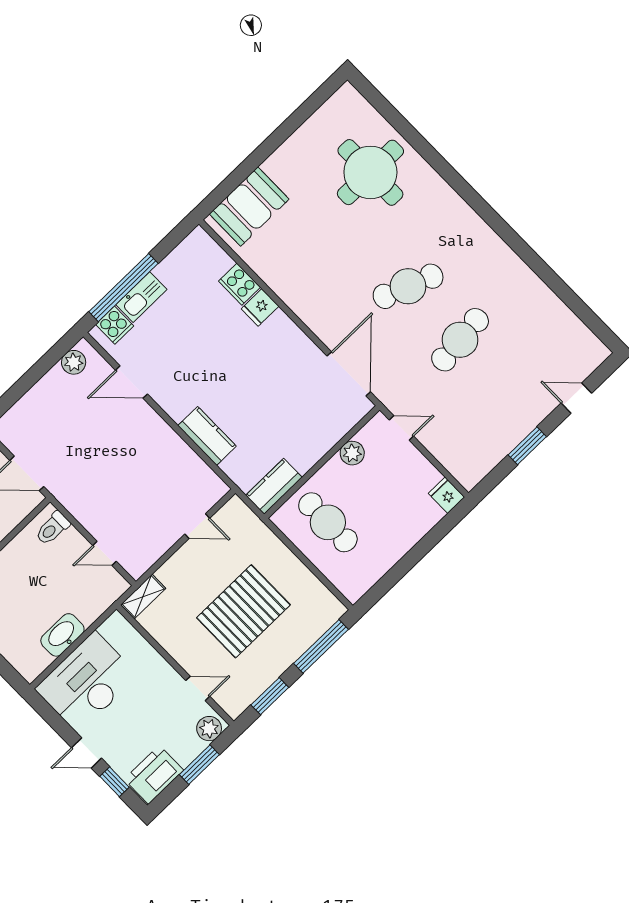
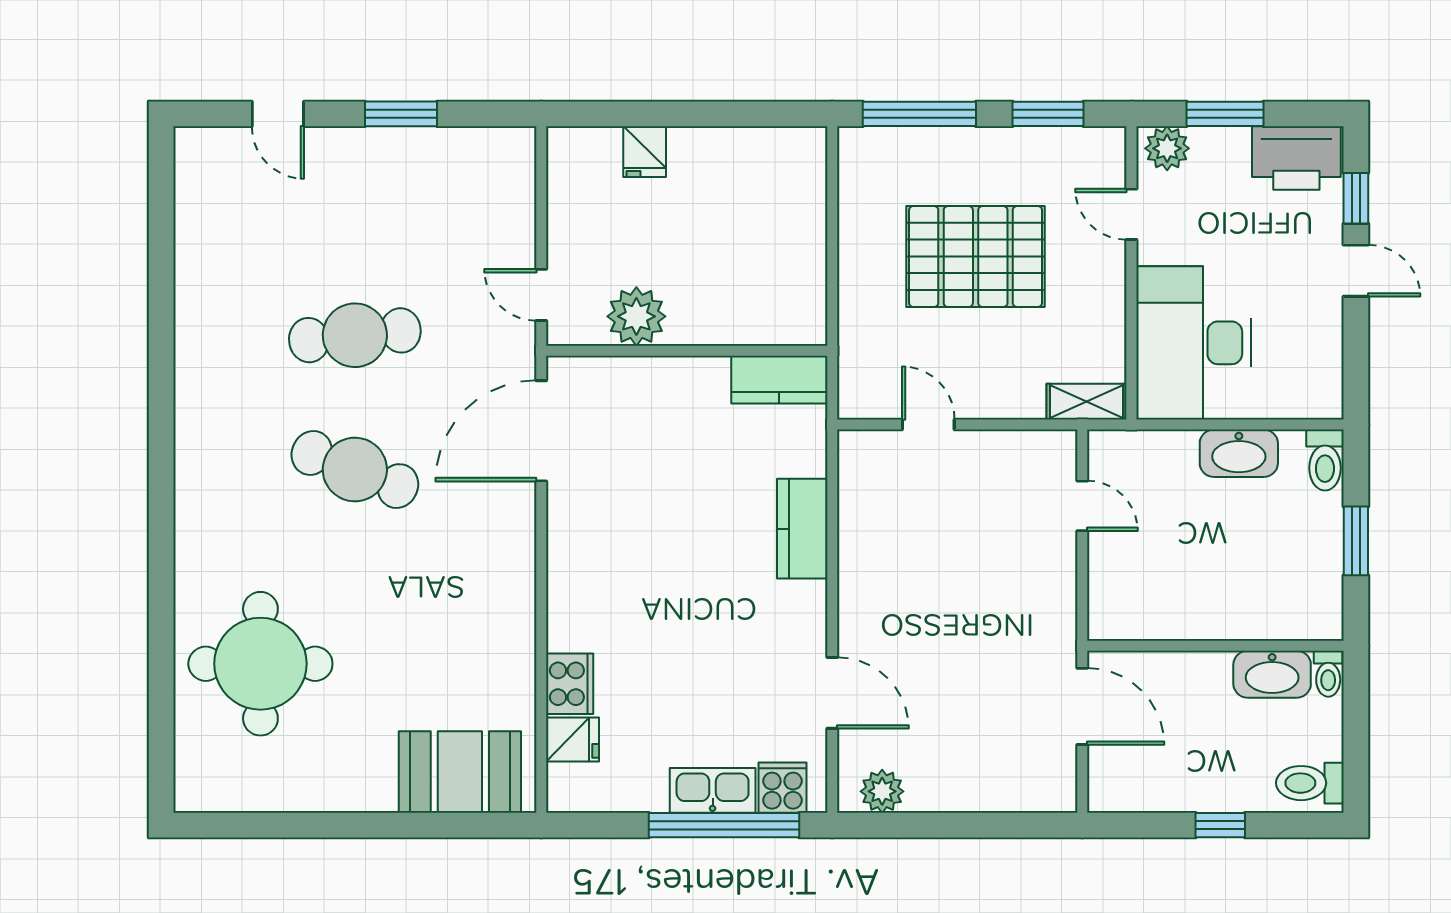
fridge: (260, 307) -> (573, 739), moved
plant: (352, 453) -> (636, 316), width x1.36, depth x1.36
fridge: (446, 495) -> (645, 152), moved
cafe table: (328, 522) -> (755, 265), removed
toilet: (53, 528) -> (1325, 460), moved, turned 90
desk: (87, 682) -> (1194, 343), moved, turned 90

